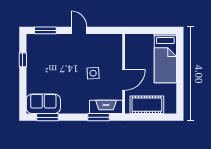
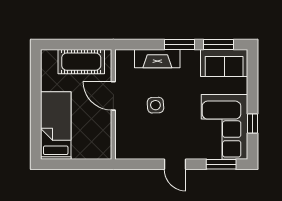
corner sofa: (43, 57) -> (224, 127), added
door: (124, 80) -> (113, 96), hinge flipped
fireplace: (106, 107) -> (157, 59), moved
window: (98, 117) -> (179, 45), moved

